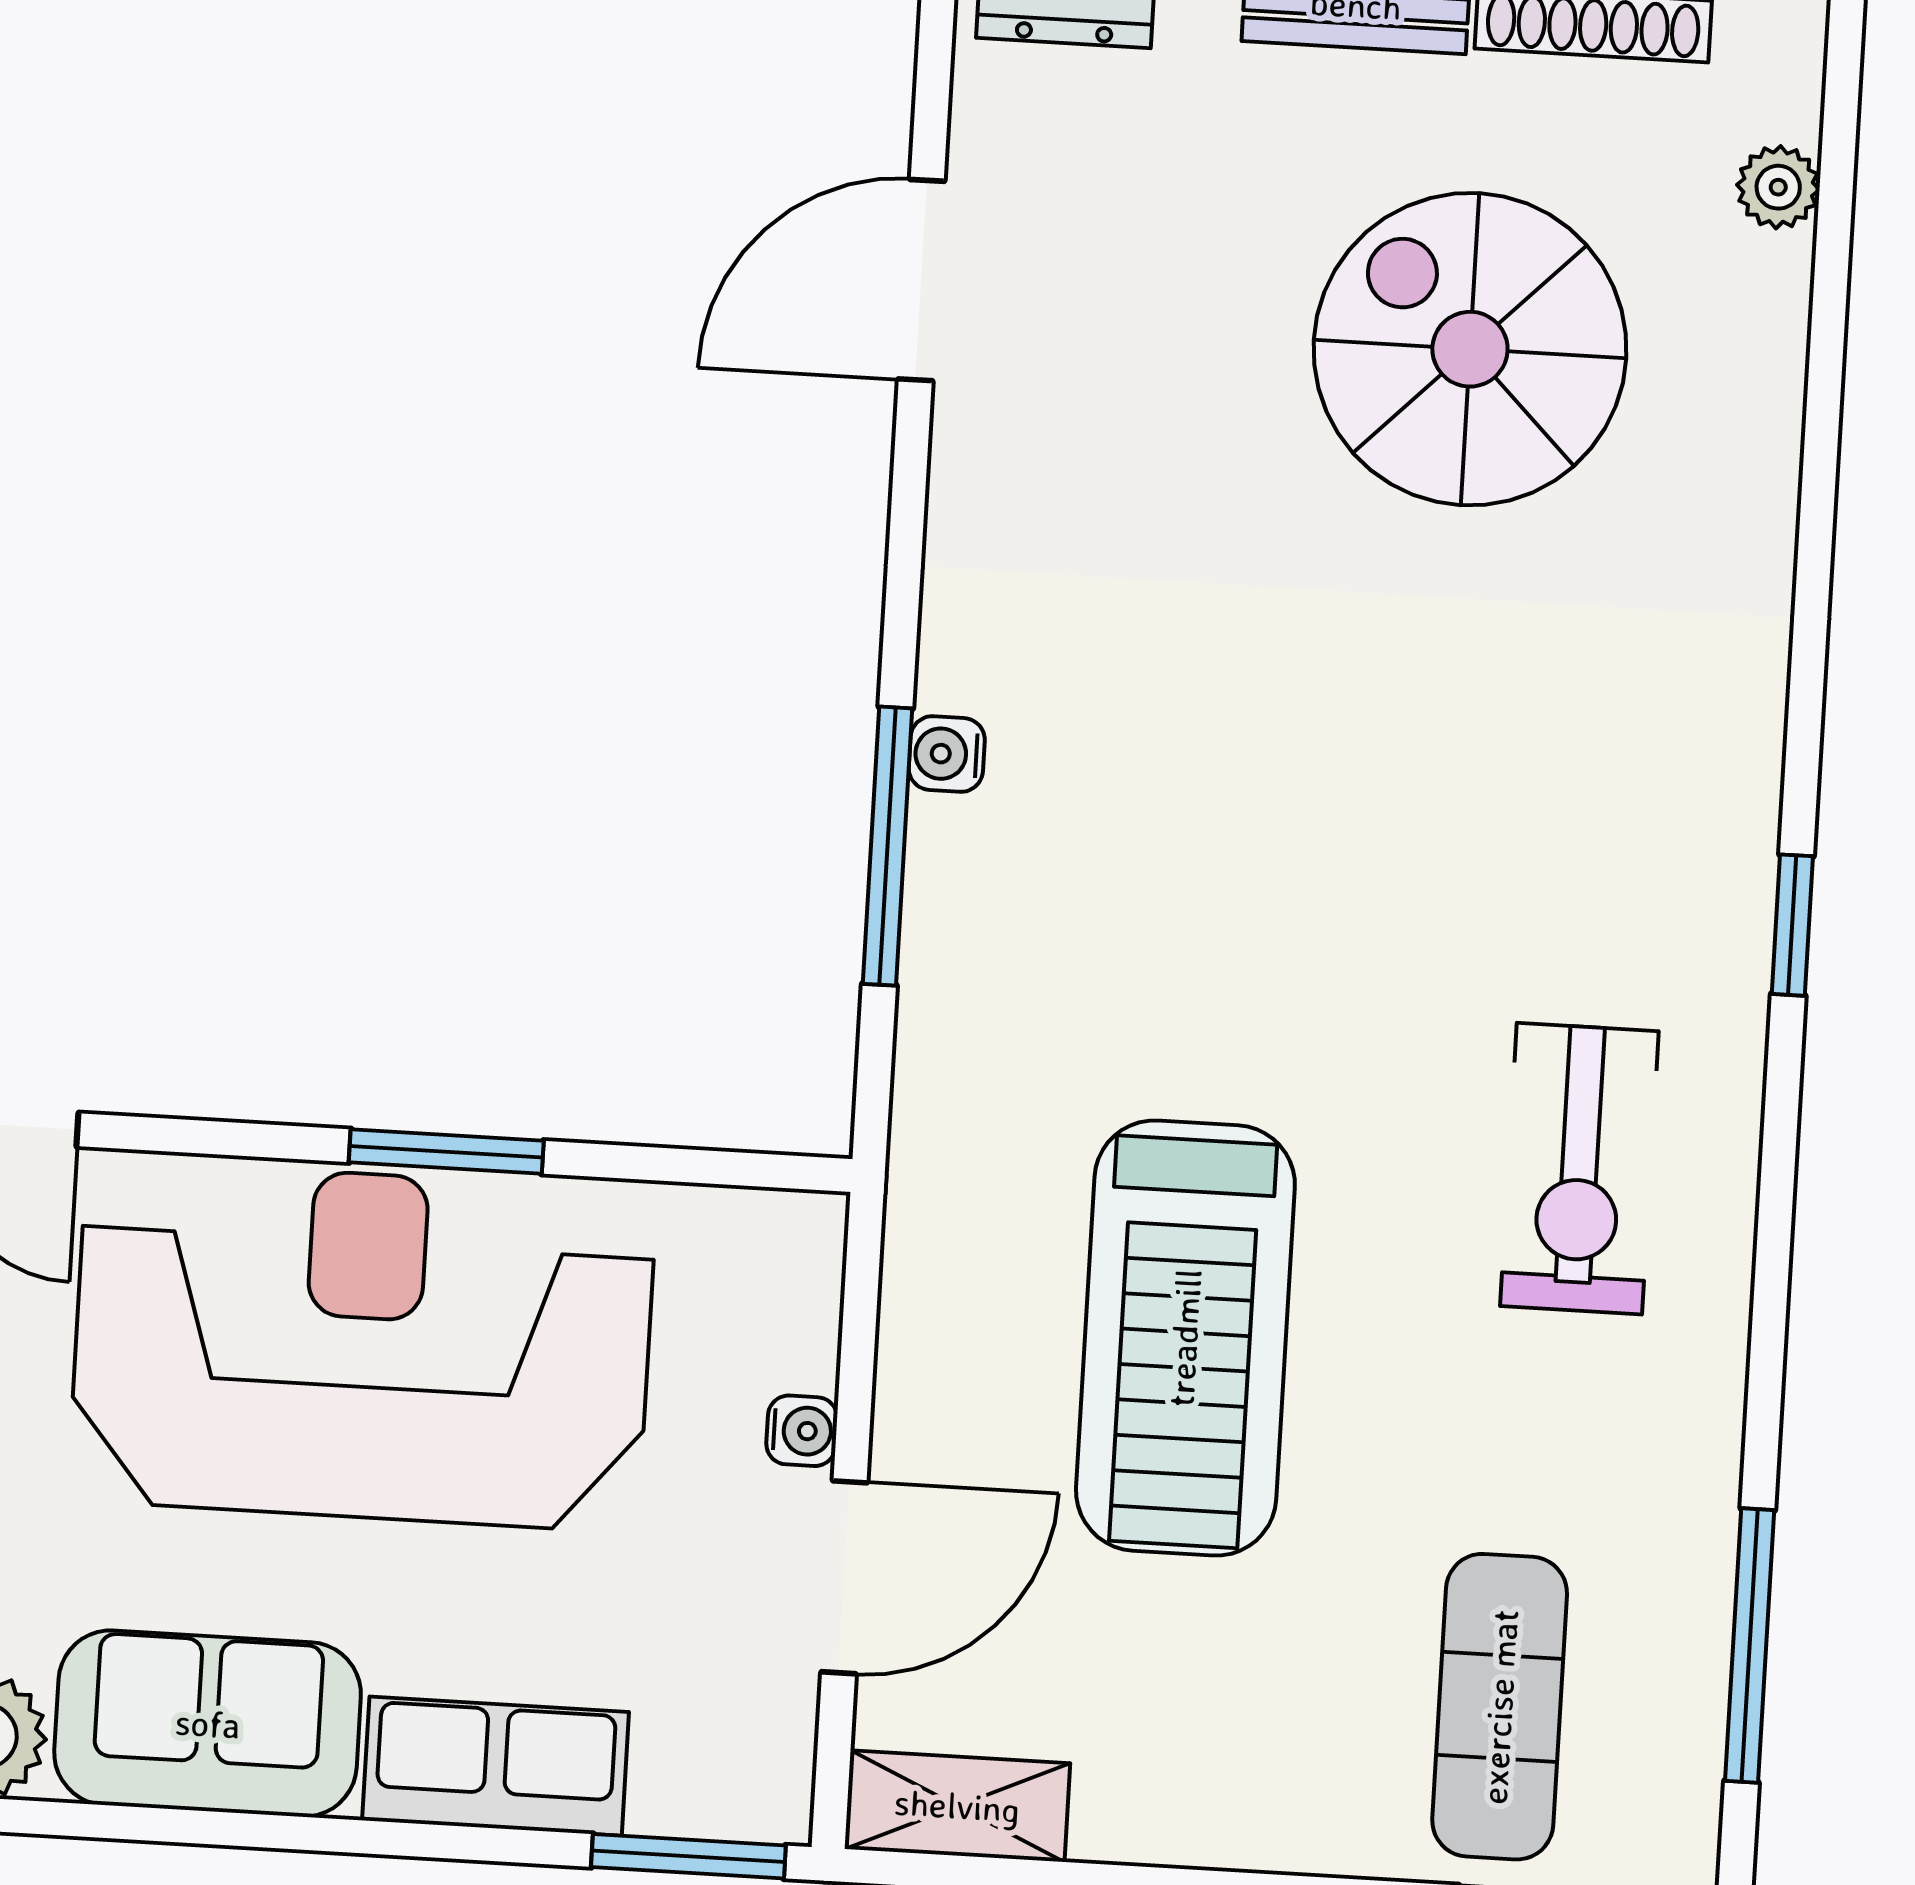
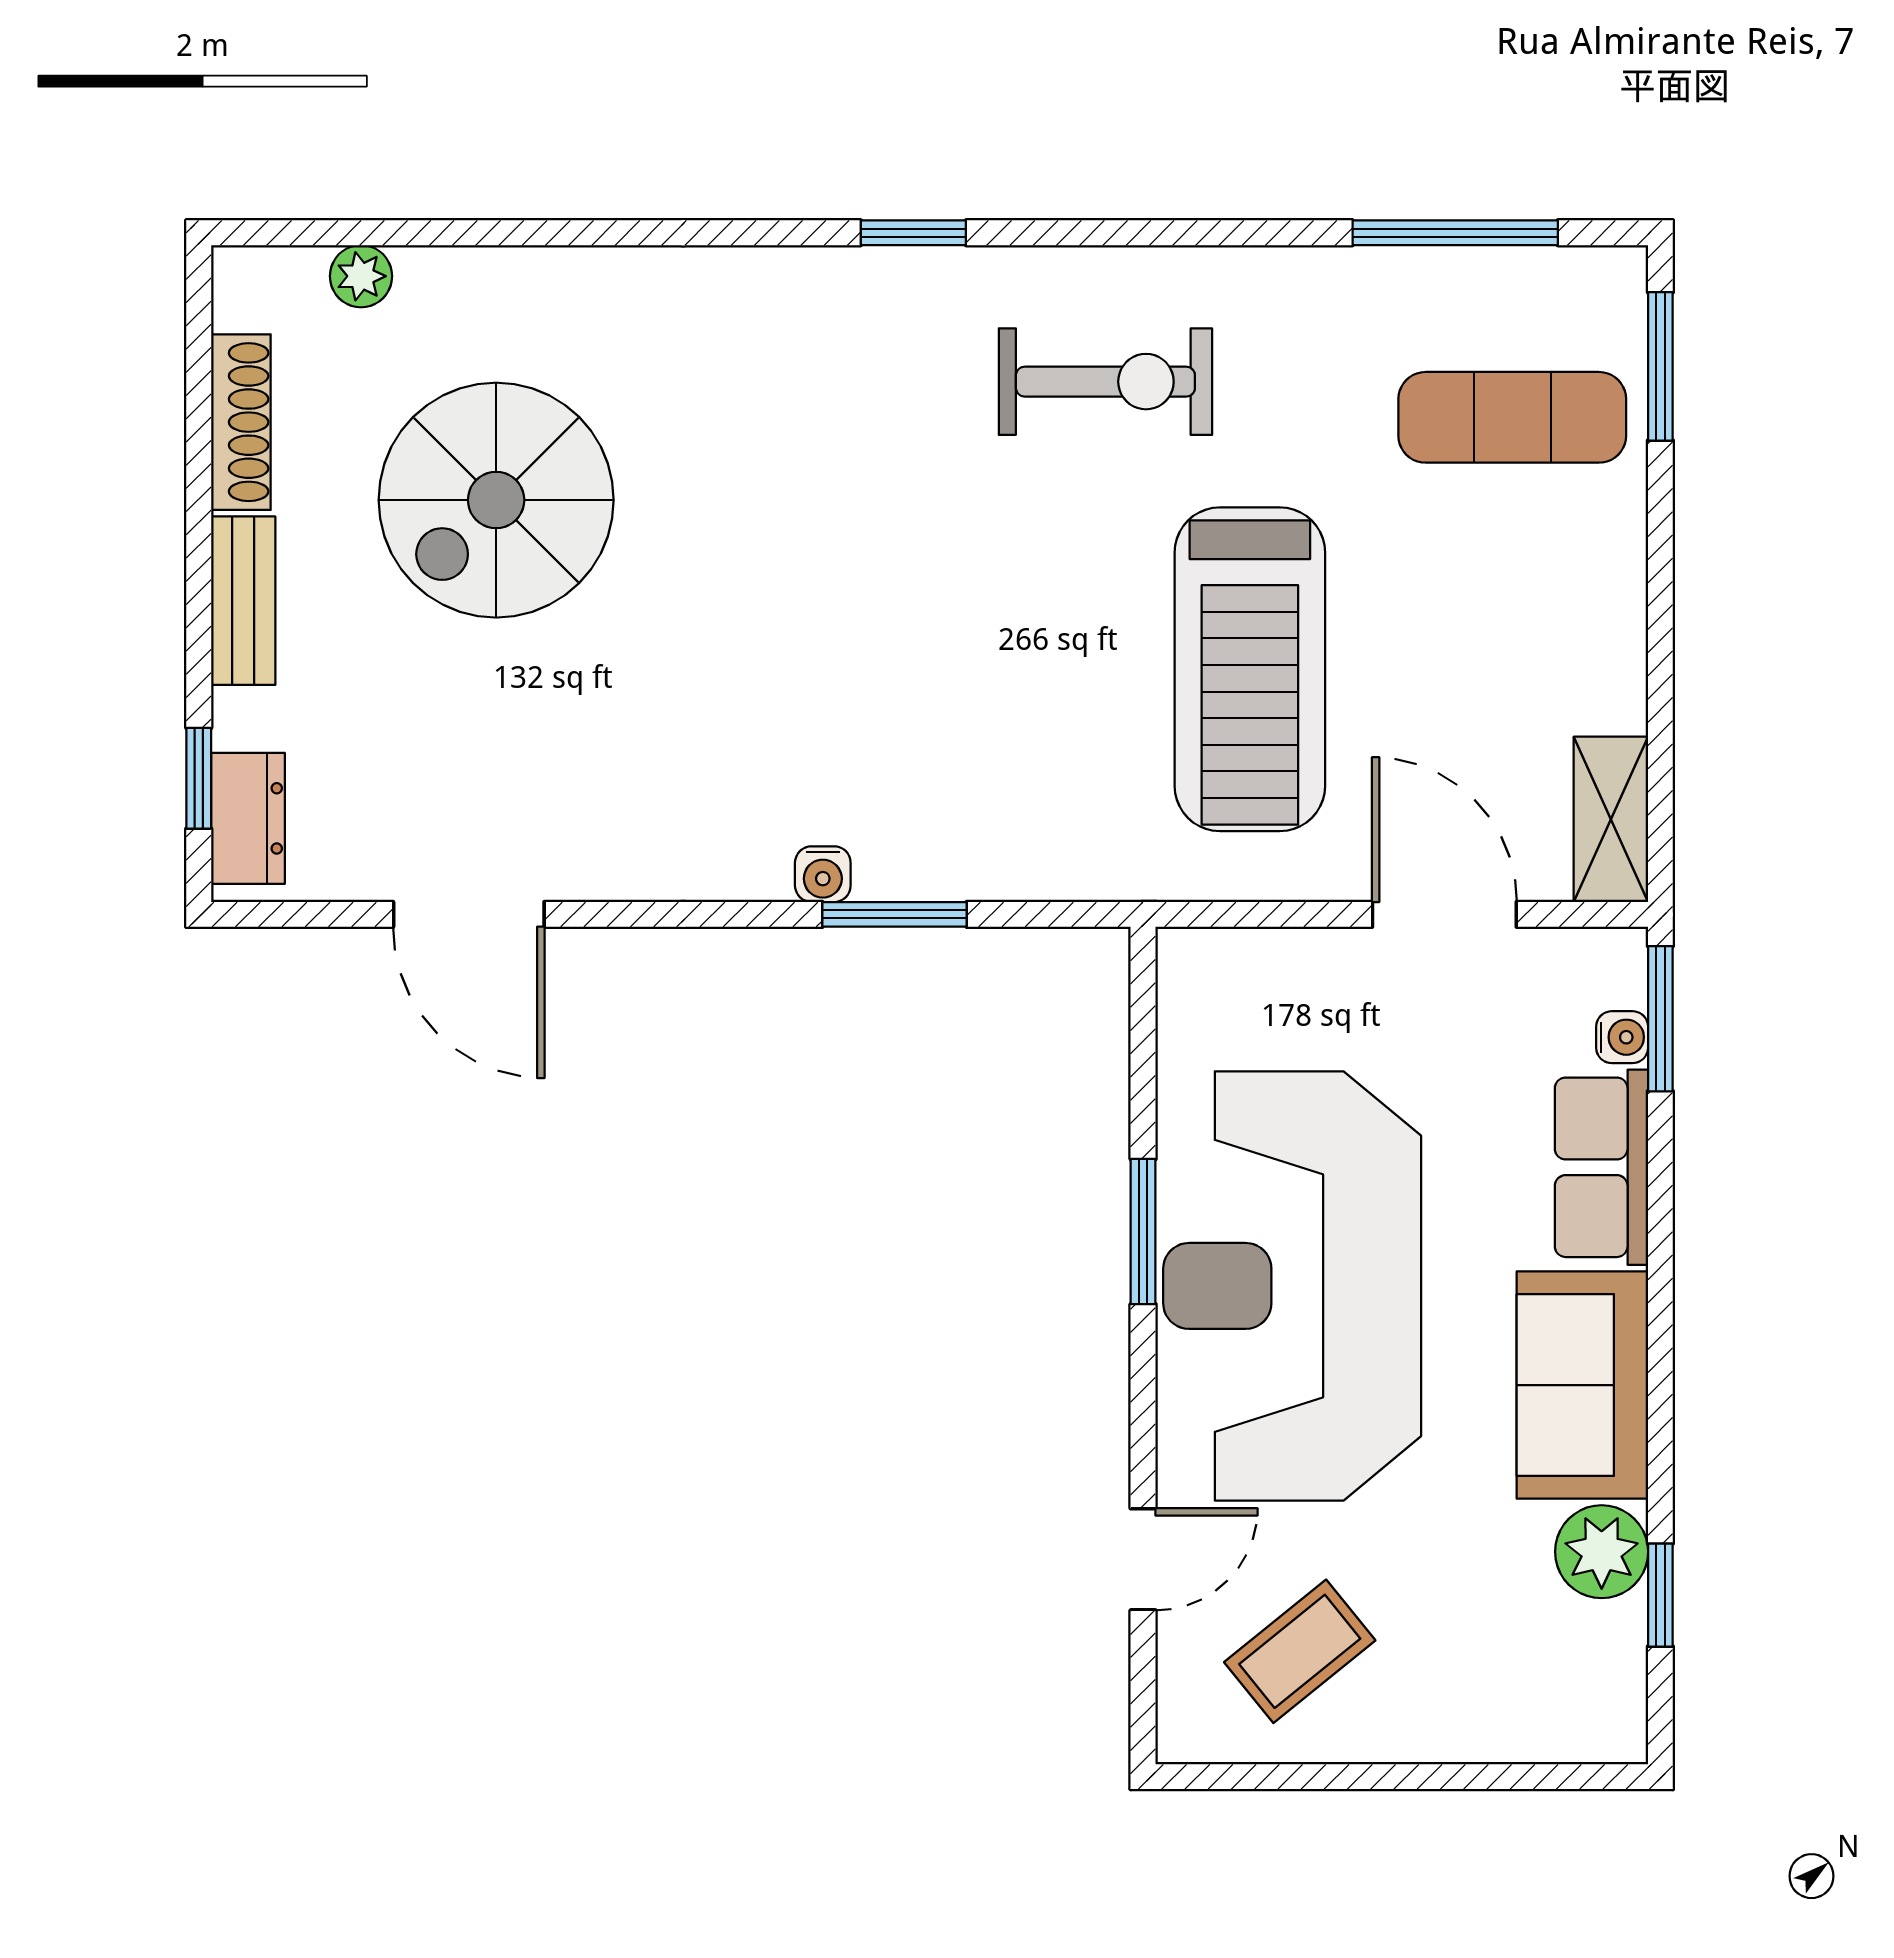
window: (888, 846) -> (894, 914), width x0.69
treadmill: (1185, 1338) -> (1250, 669), turned 90
water cooler: (802, 1431) -> (1622, 1037), moved, turned 90

